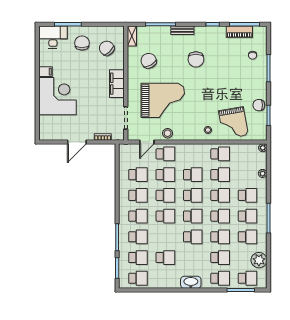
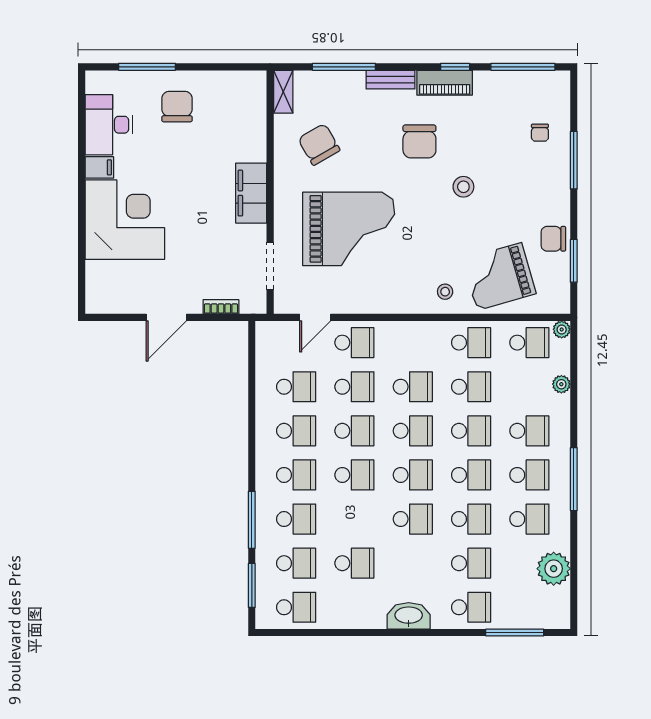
piano: (239, 32) -> (445, 83), moved
desk: (53, 37) -> (109, 125), moved, turned -90
chair: (107, 48) -> (230, 118), removed
grand piano: (233, 123) -> (499, 276), turned 84
stool: (168, 133) -> (463, 187), moved
school desk: (248, 278) -> (529, 343), moved

